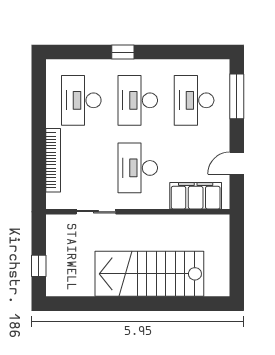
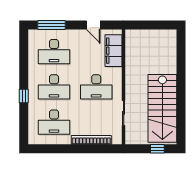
stairs: (149, 274) -> (162, 108), moved

